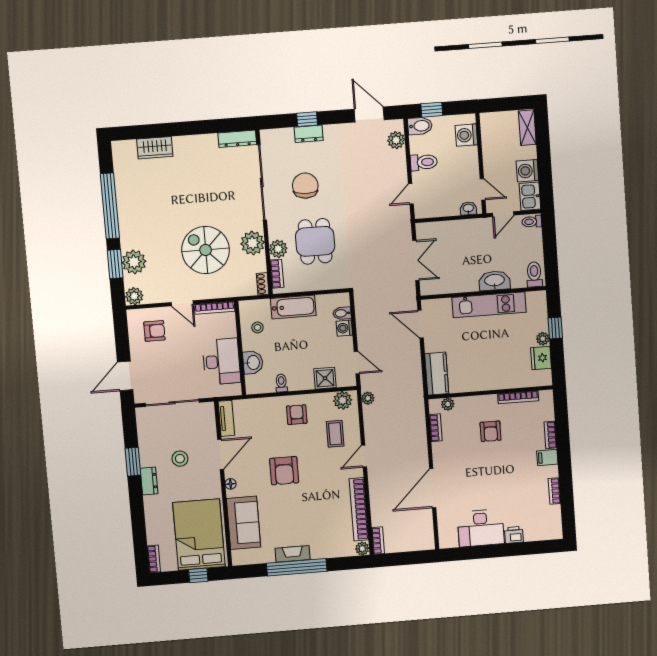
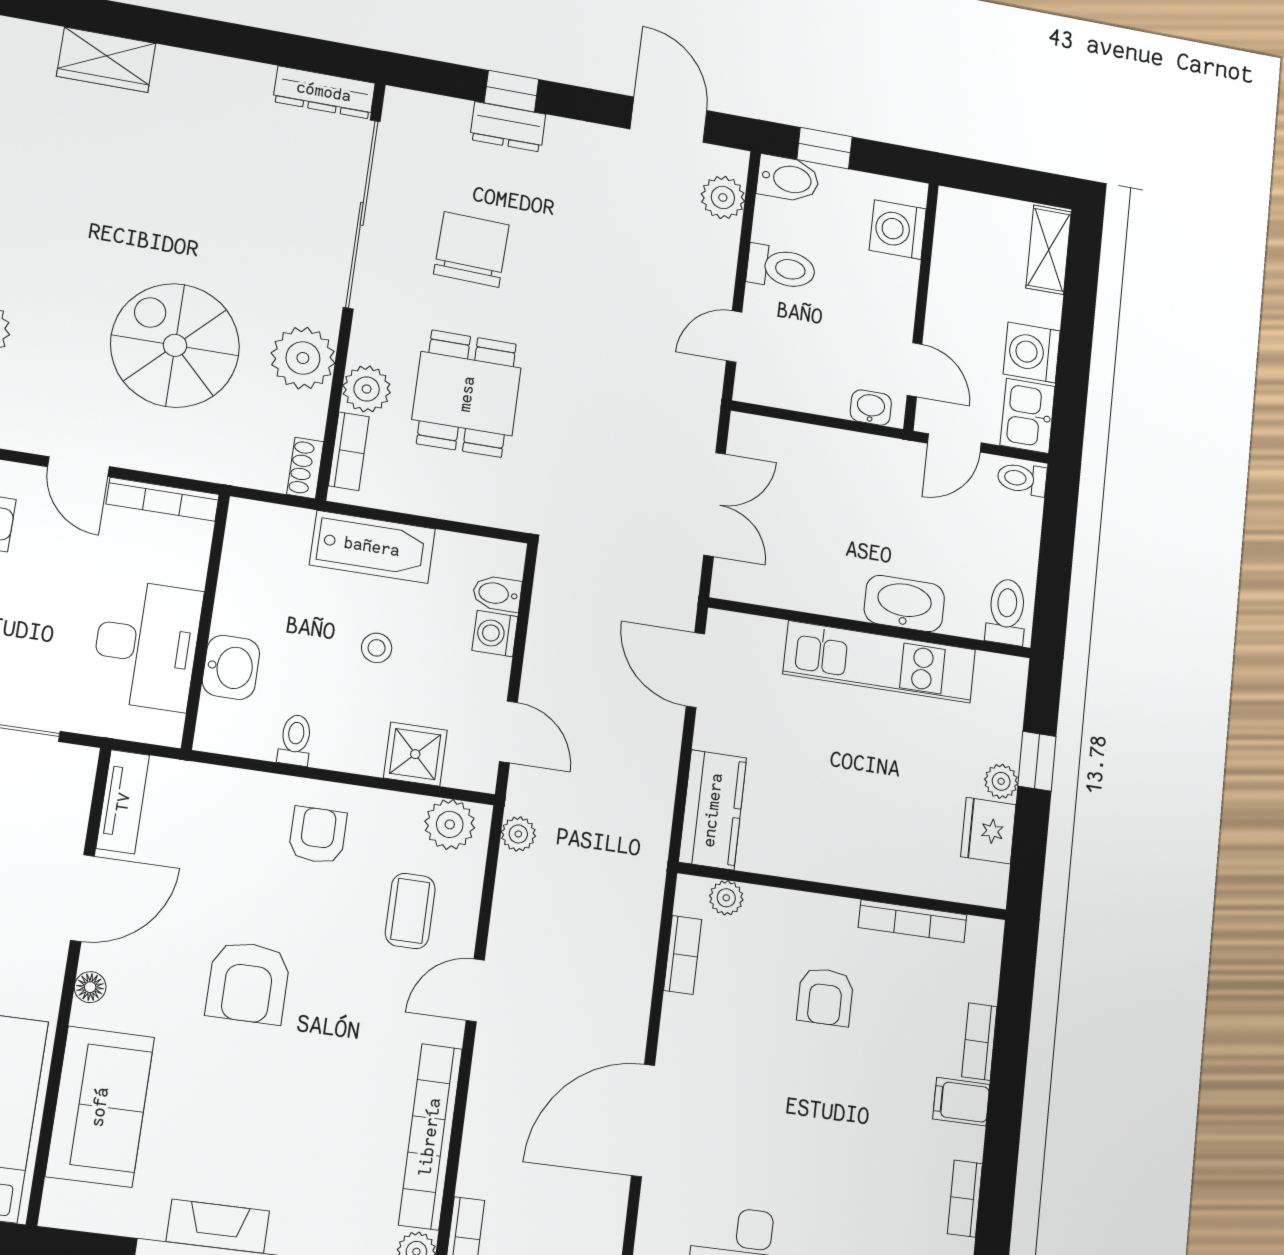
stool: (257, 327) -> (377, 648), moved

